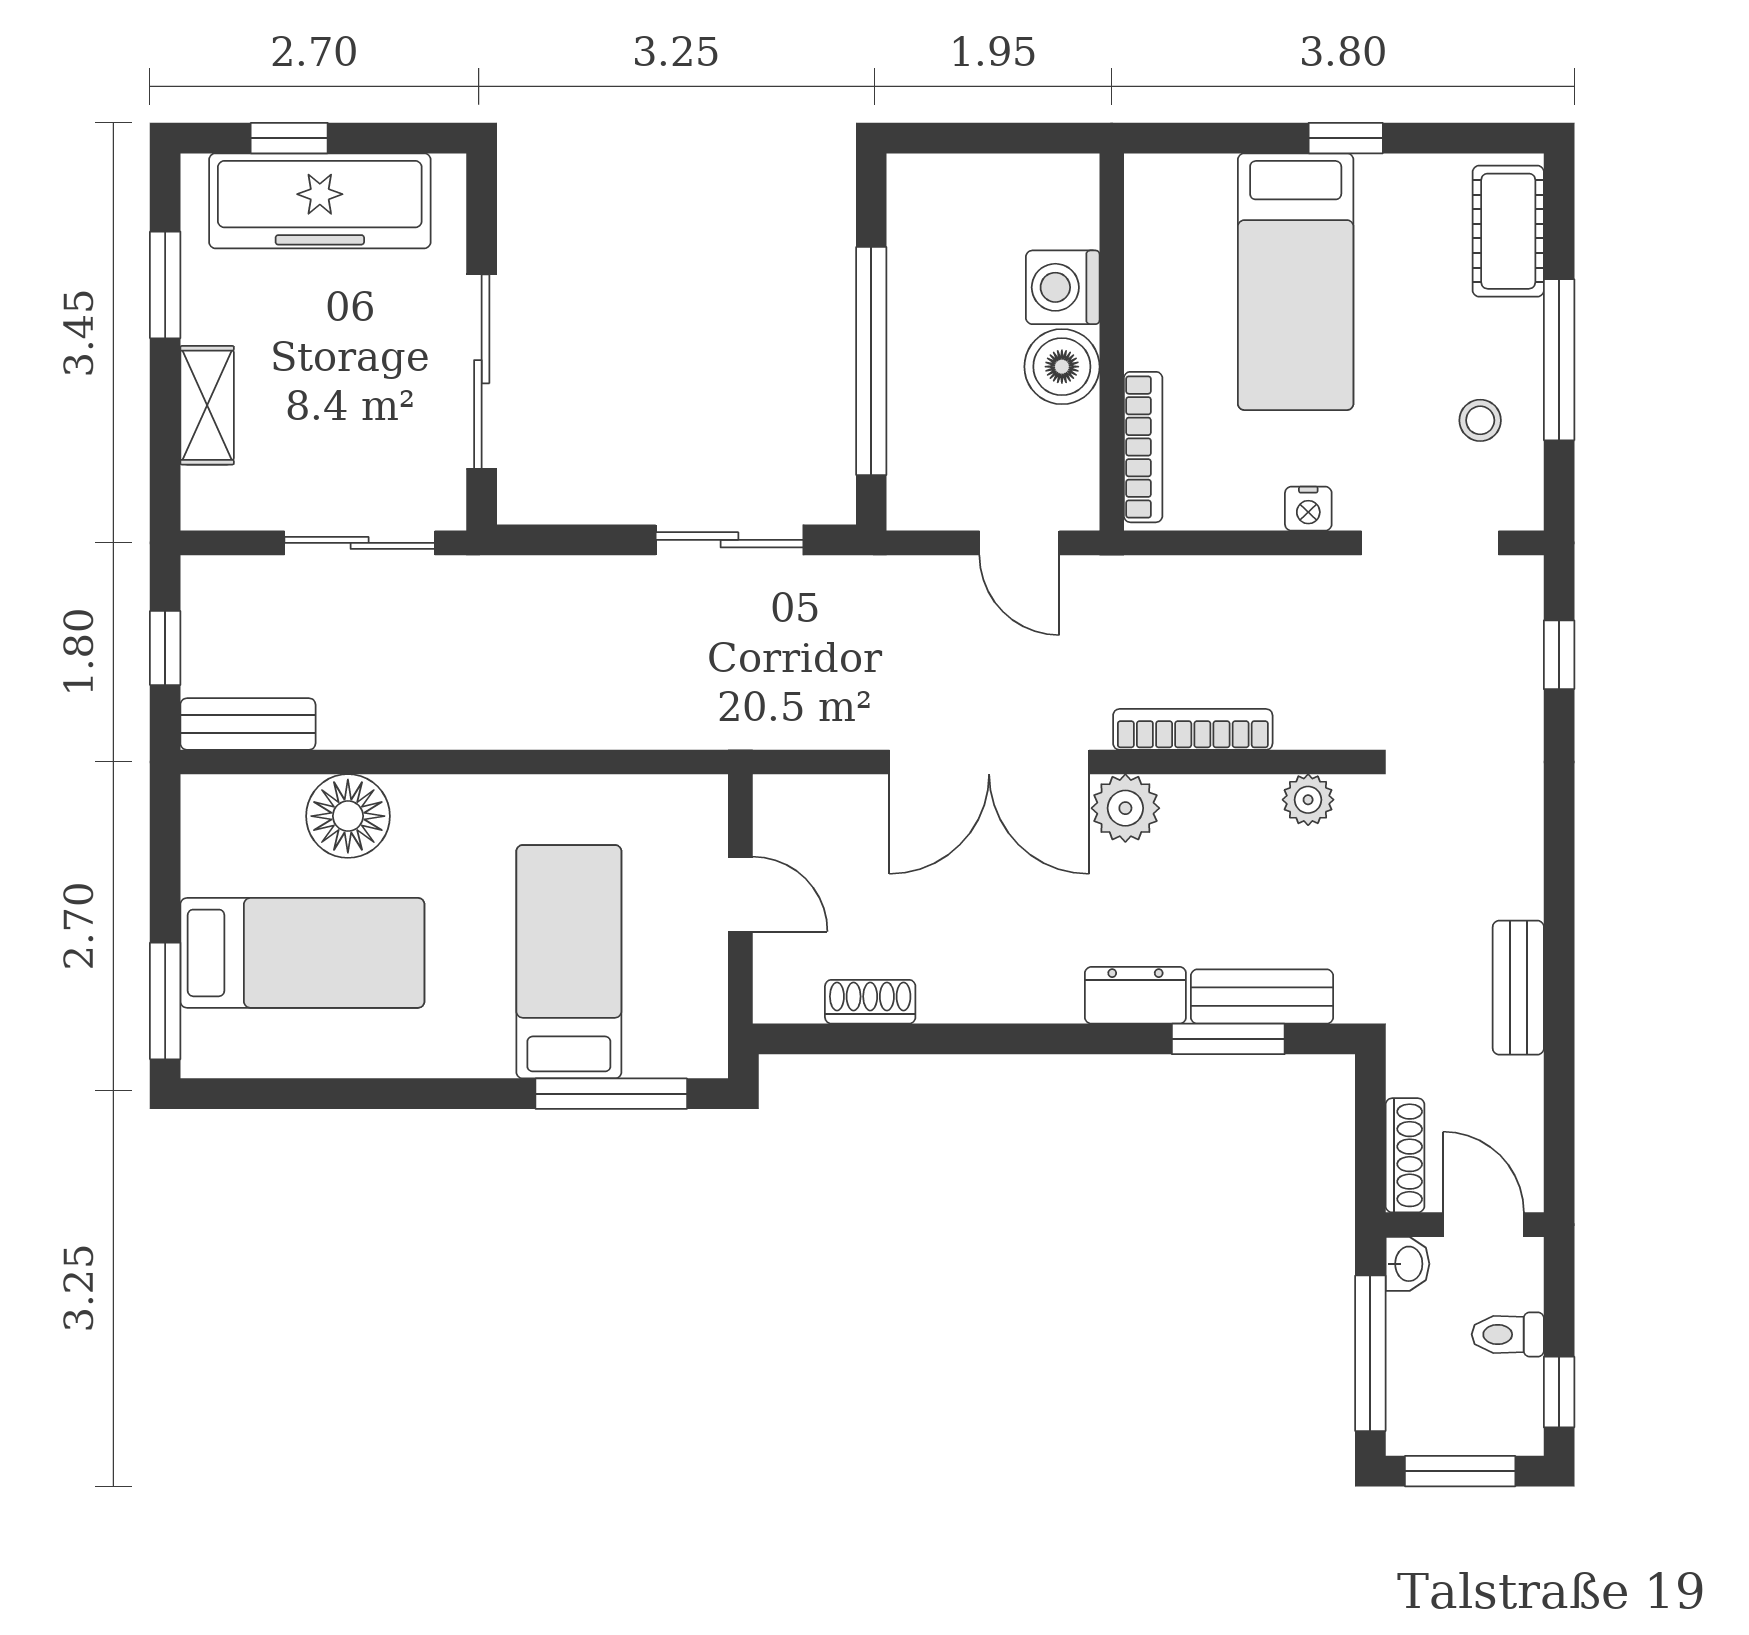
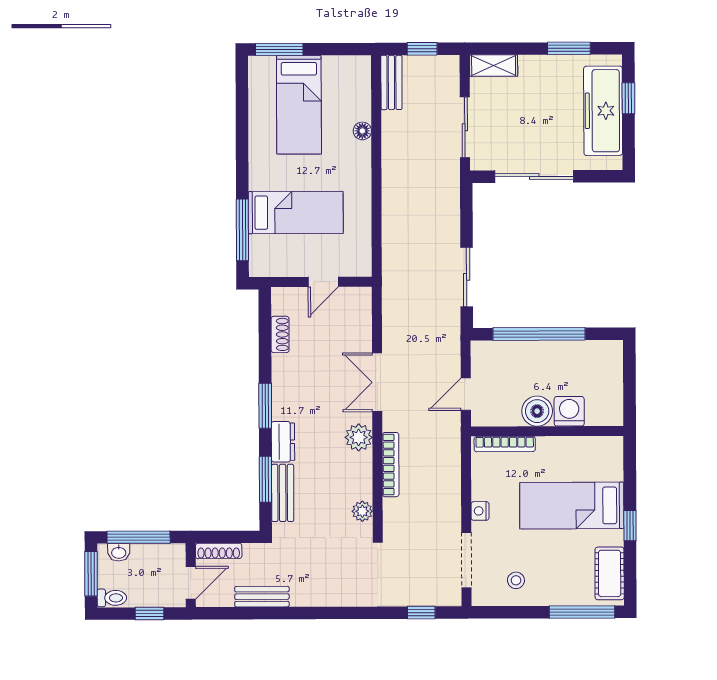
cot: (1508, 231) -> (610, 573), moved, turned 90
window: (1559, 360) -> (582, 612), moved
shelving: (207, 405) -> (494, 66), moved
double door: (989, 762) -> (377, 382), width x0.73
floor lamp: (348, 816) -> (362, 131), width x0.53, depth x0.53
bench: (1518, 988) -> (262, 597), moved
window: (1047, 1039) -> (265, 406), added
washbasin: (1408, 1264) -> (119, 552), moved
toilet: (1508, 1334) -> (112, 598), moved, turned 90
window: (1559, 1392) -> (149, 614), moved

